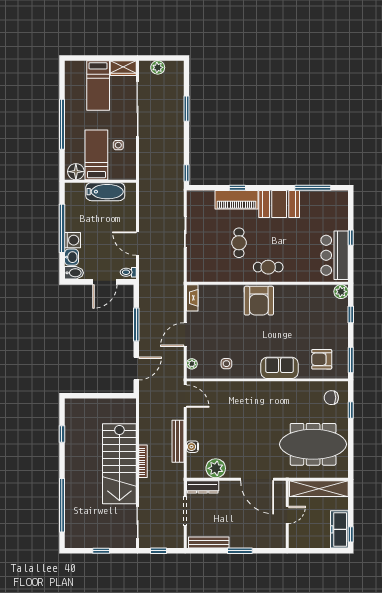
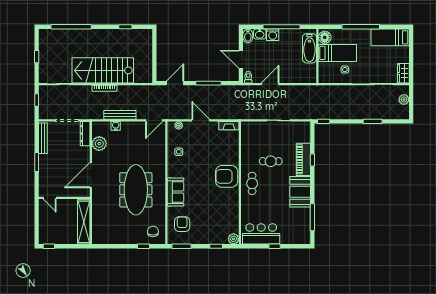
bed: (98, 86) -> (390, 37), moved
bathtub: (105, 192) -> (309, 48), moved
door: (136, 368) -> (175, 83), swing flipped
meeting table: (313, 444) -> (136, 190), moved
door: (287, 515) -> (50, 198), moved
freezer: (339, 529) -> (53, 238), removed

